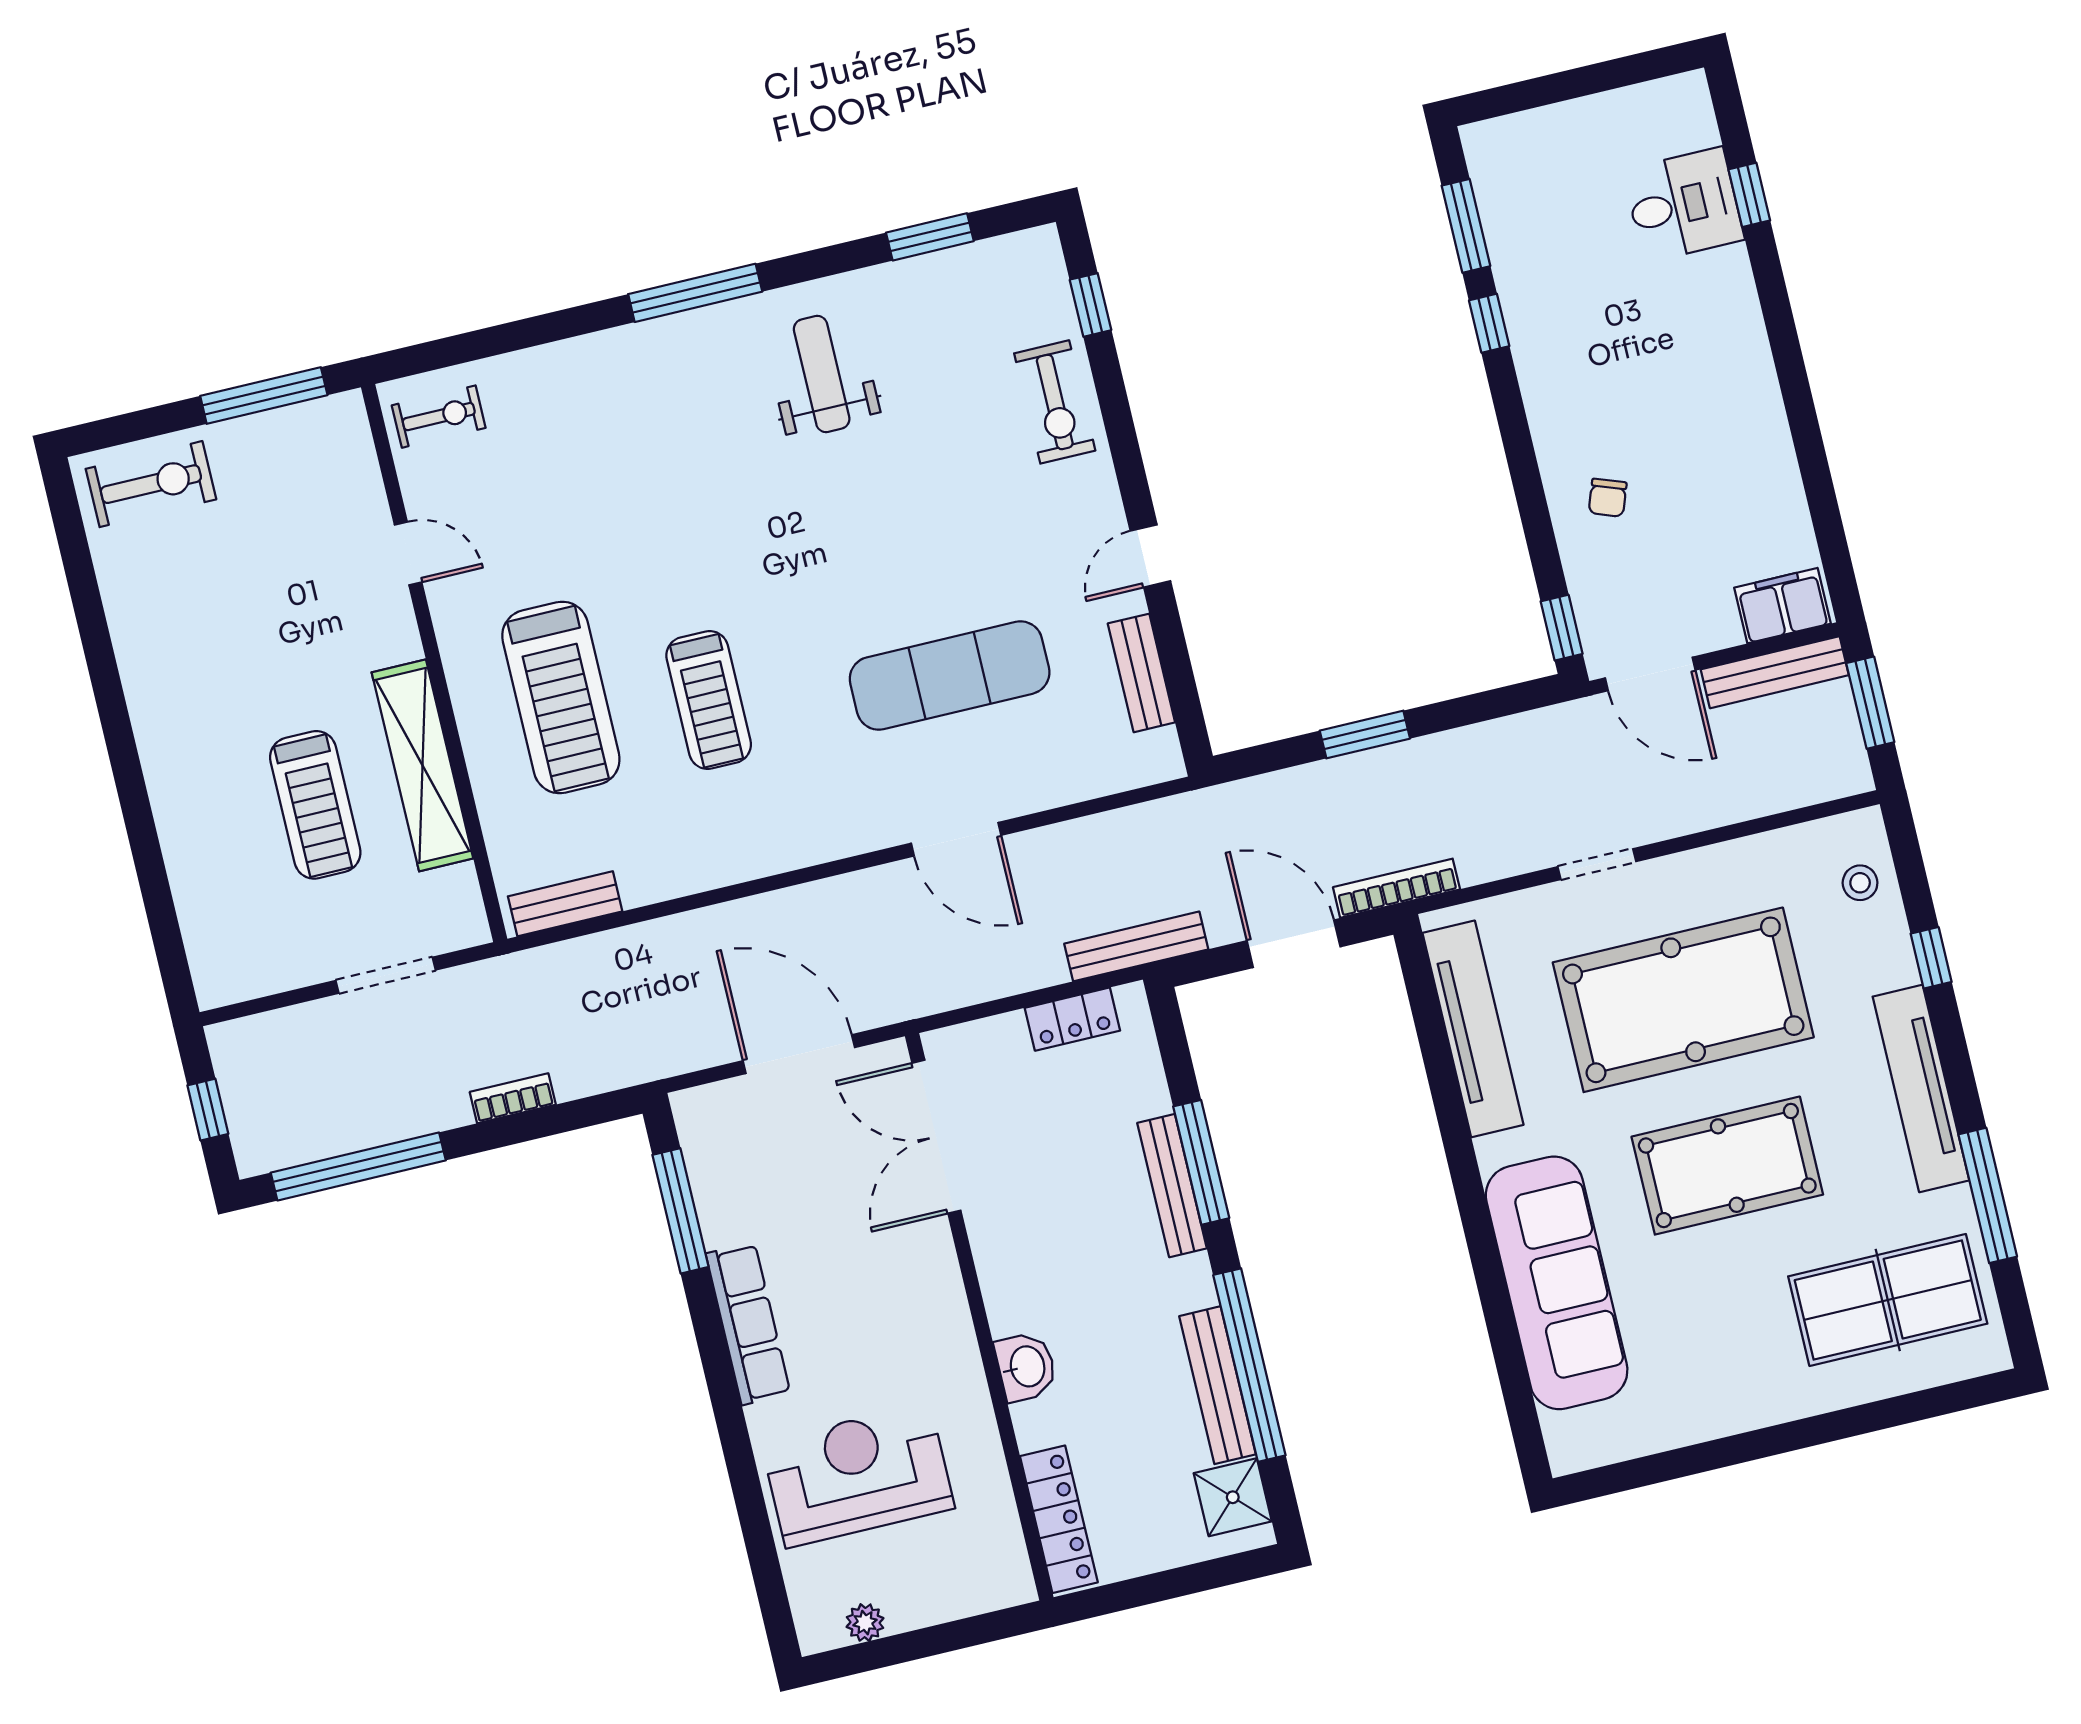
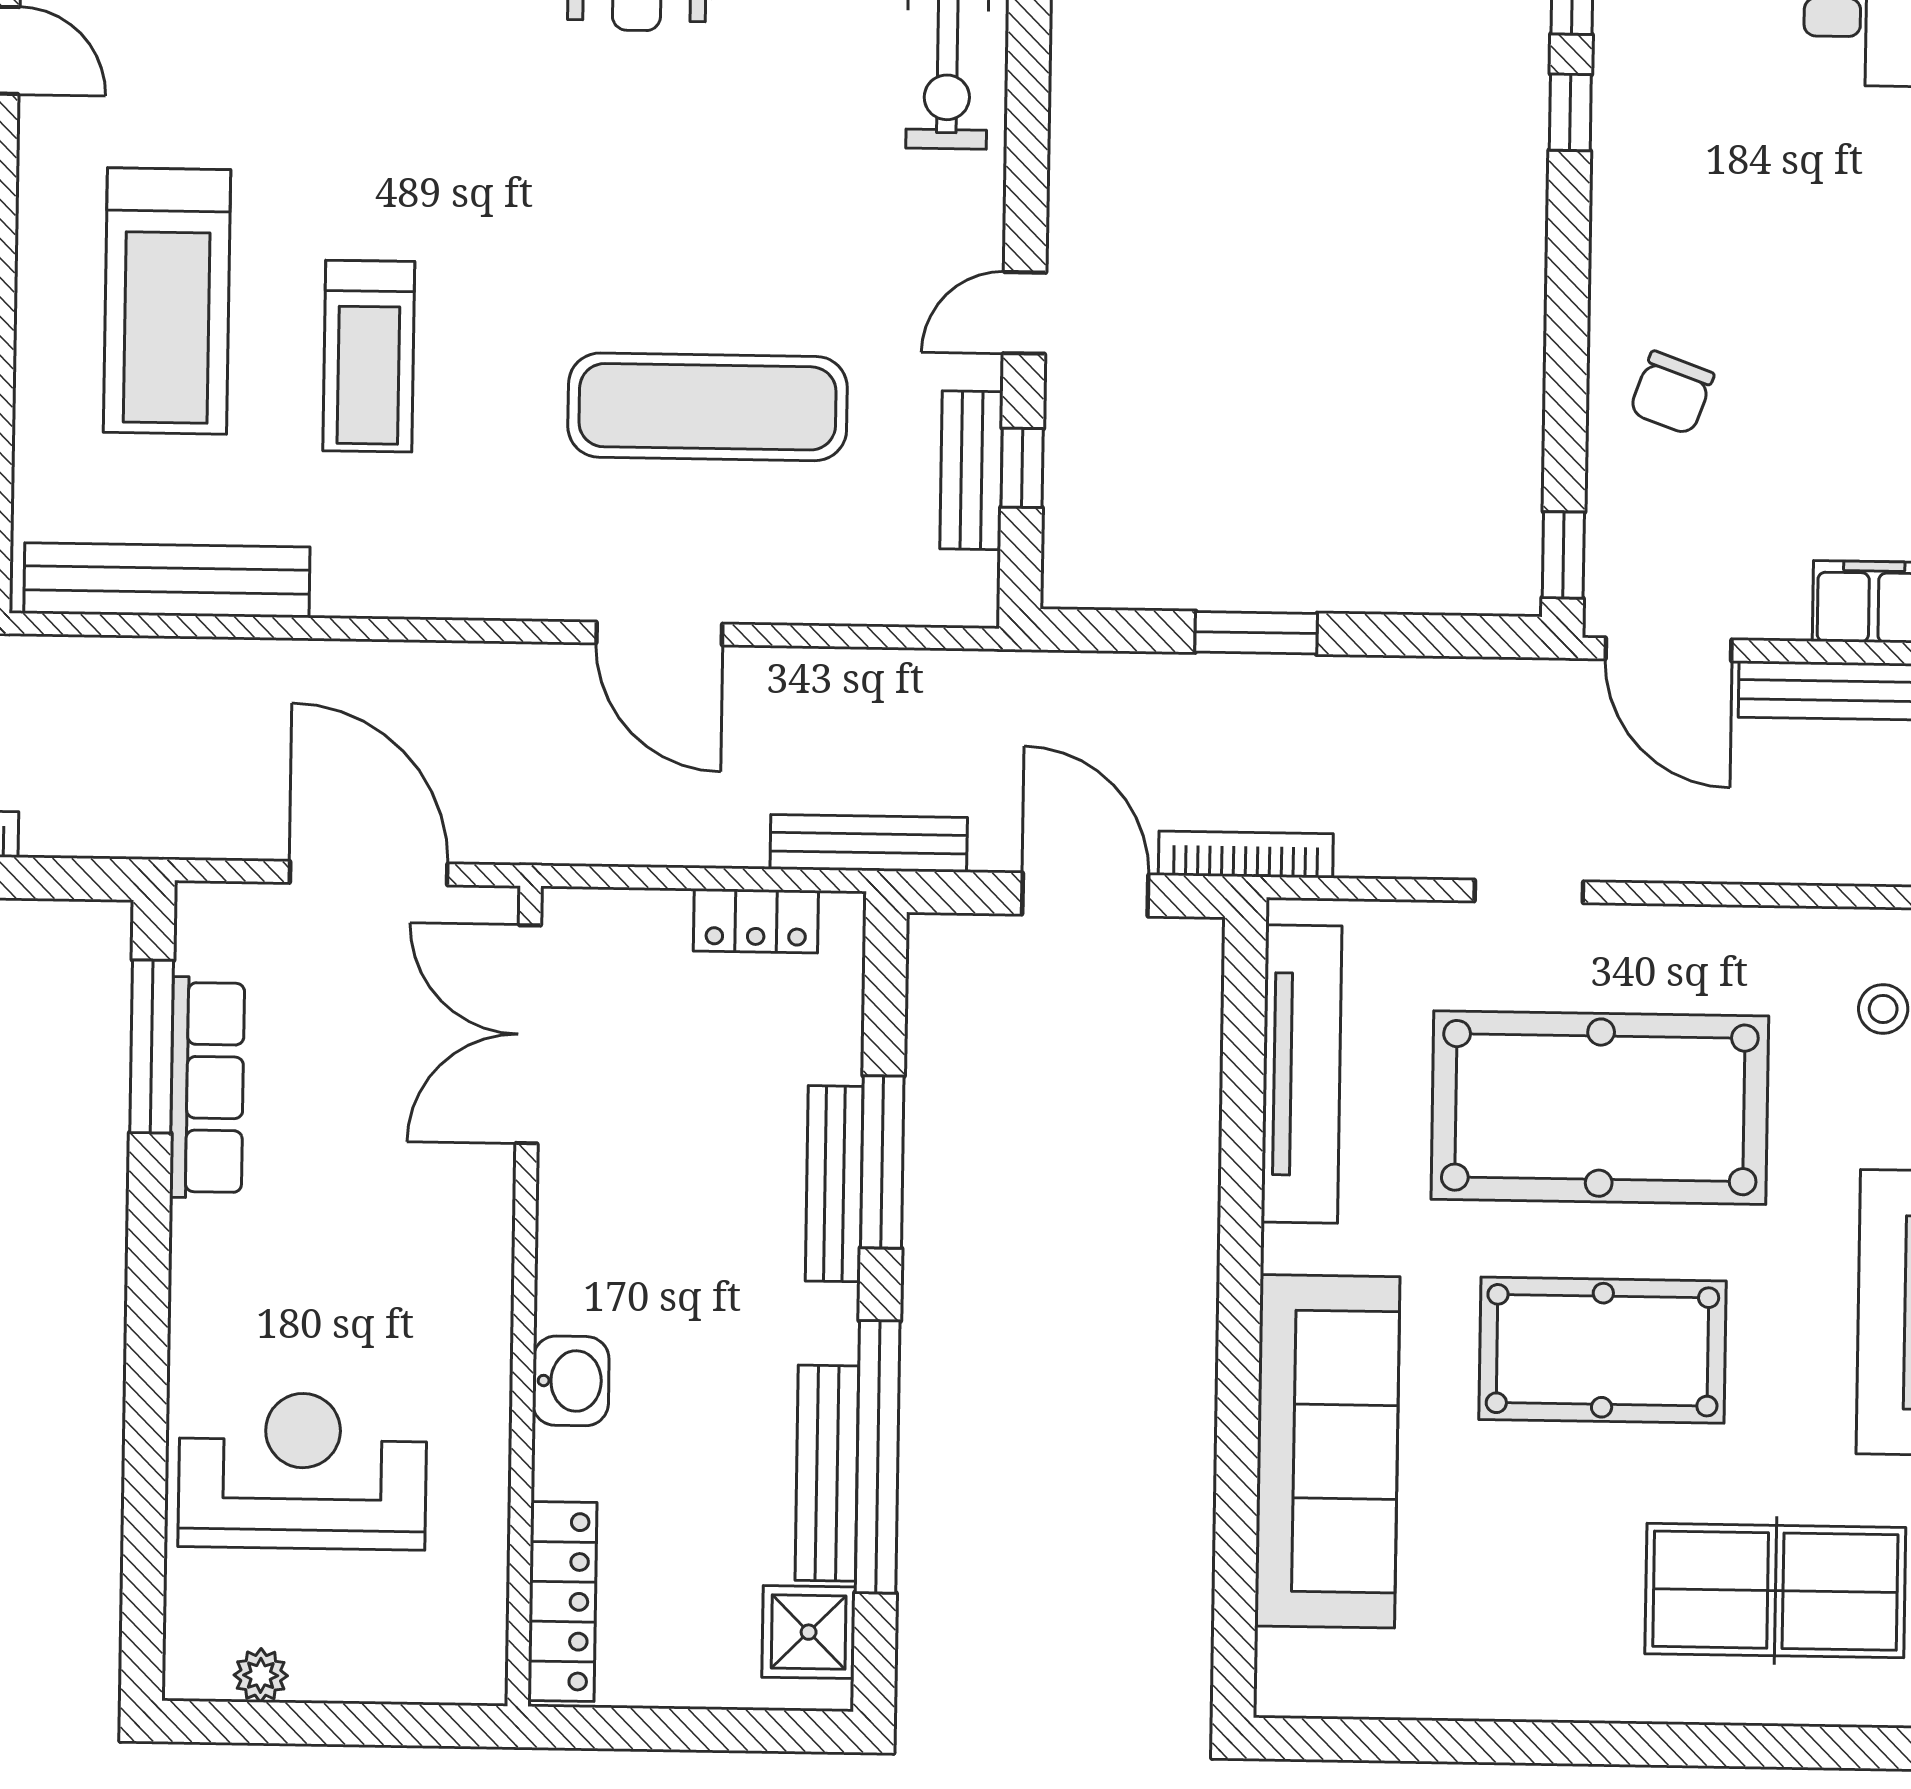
chair: (1608, 498) -> (1672, 393), width x1.37, depth x1.37
window: (1176, 662) -> (1022, 468), added
bench: (565, 904) -> (167, 580), width x1.86, depth x1.21
row of seats: (748, 1324) -> (207, 1087), moved

